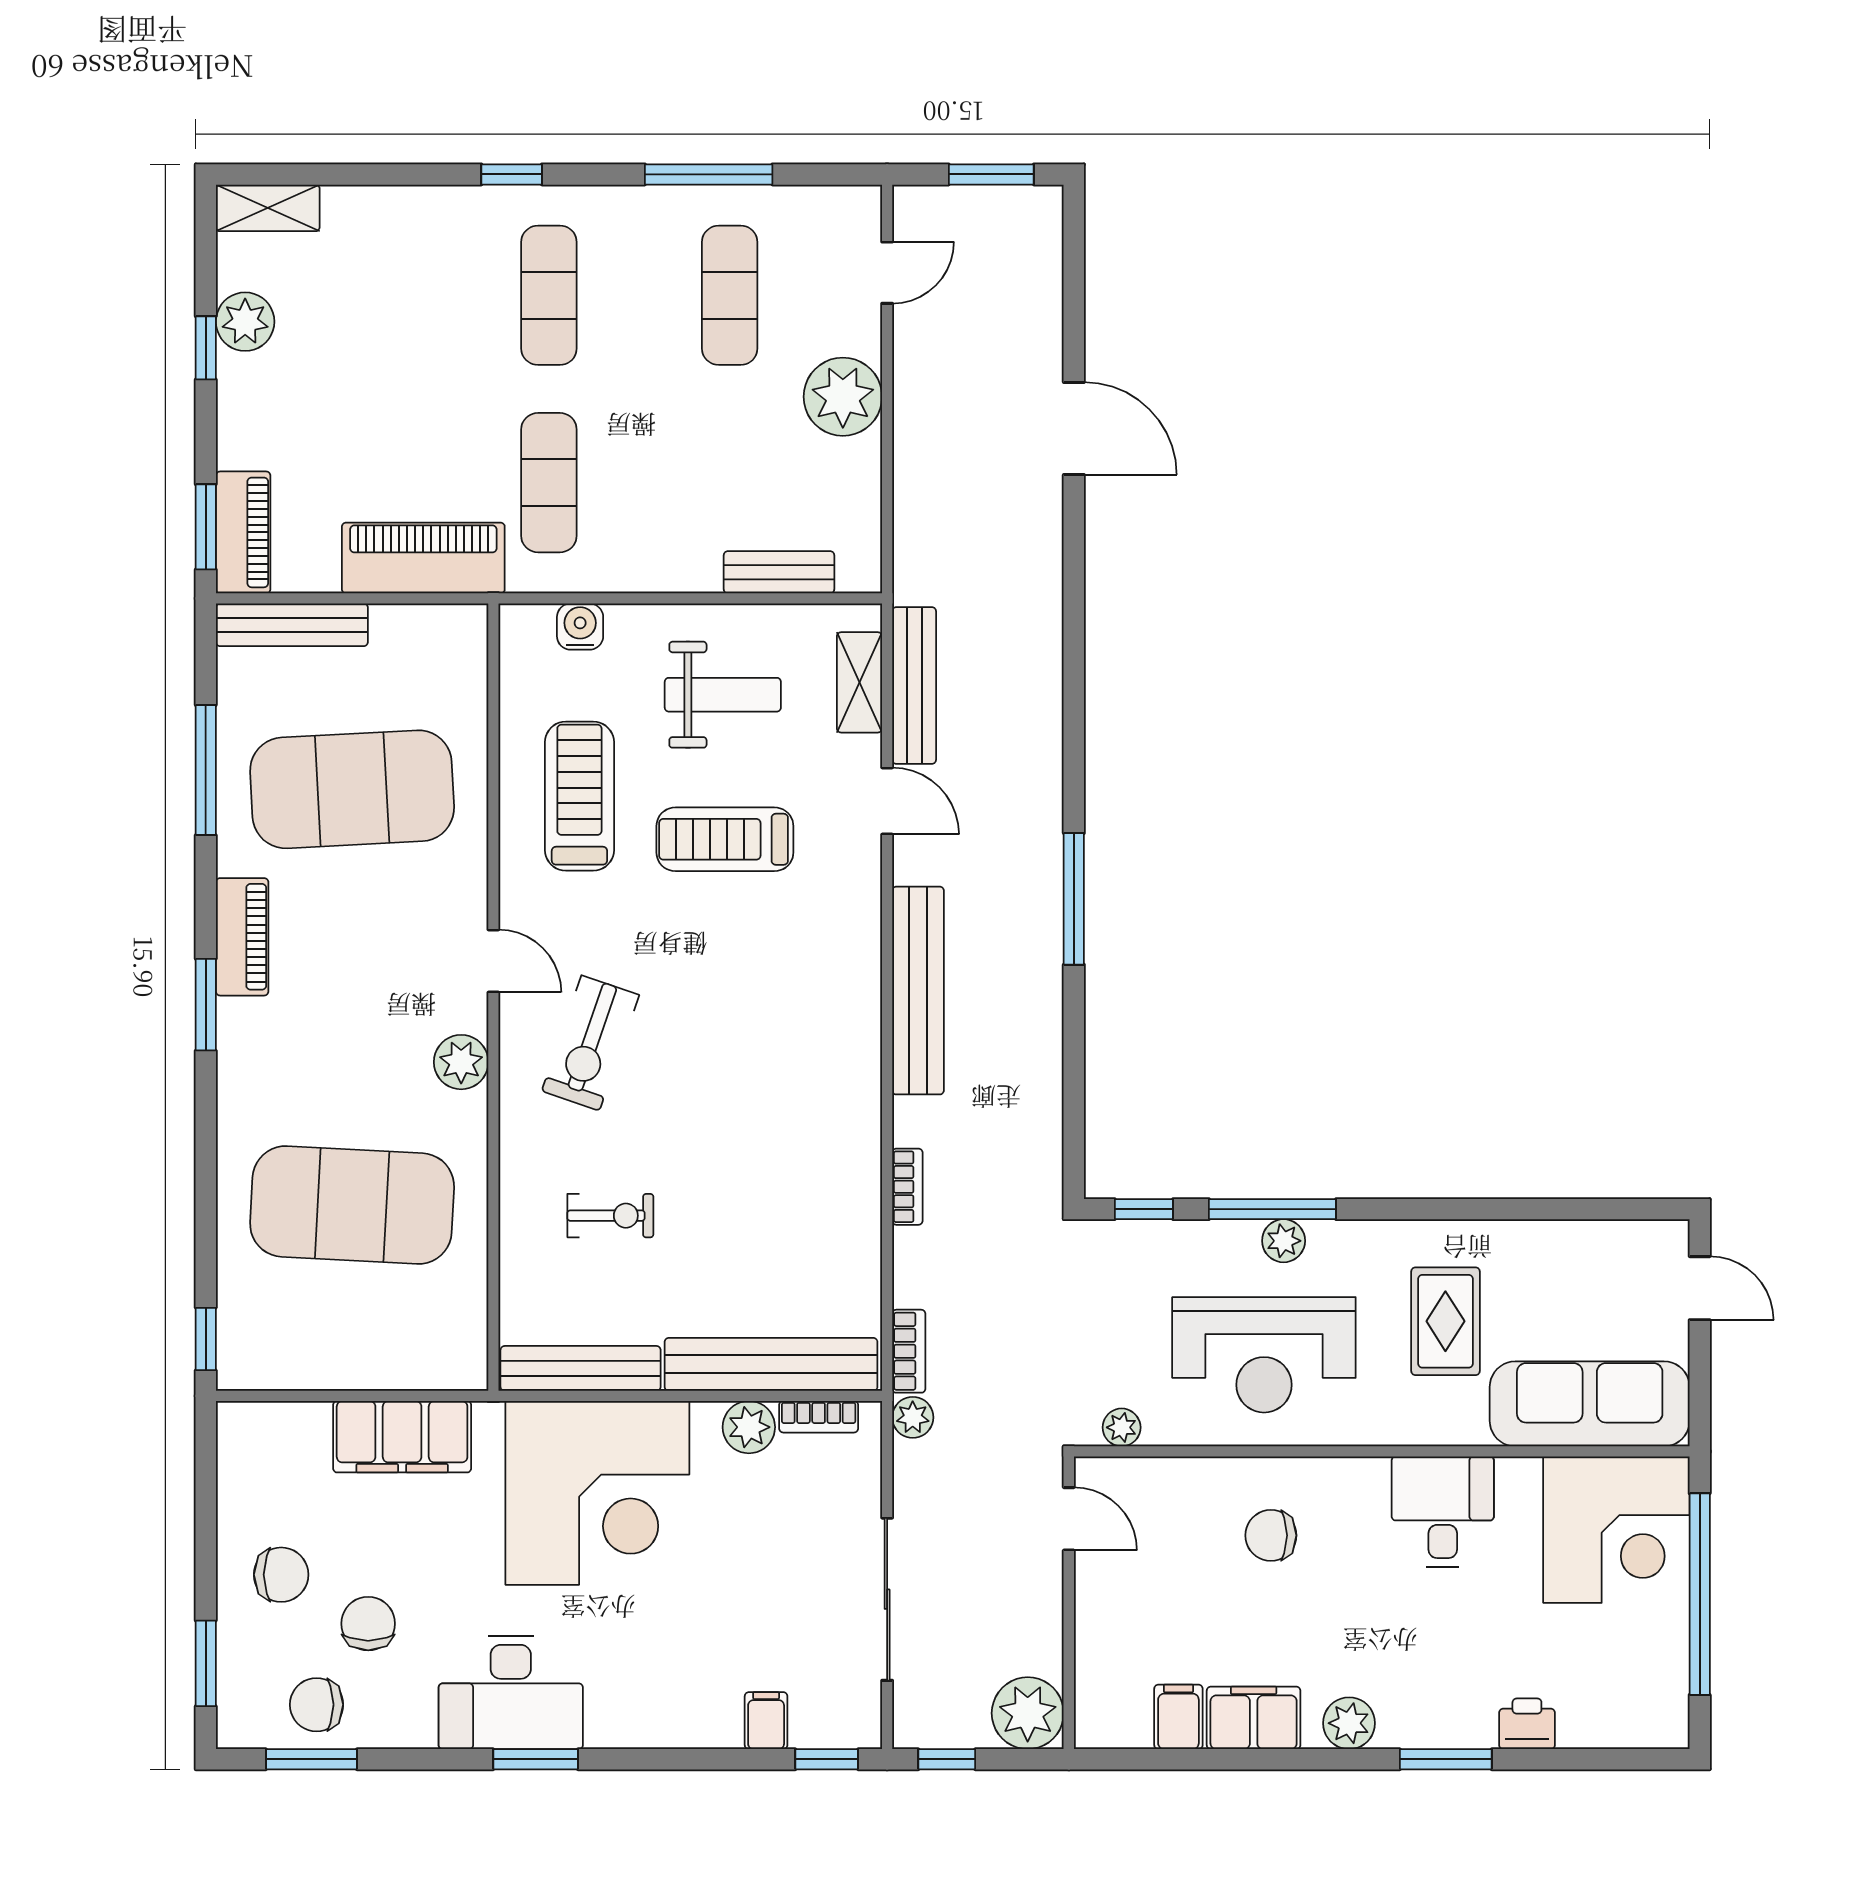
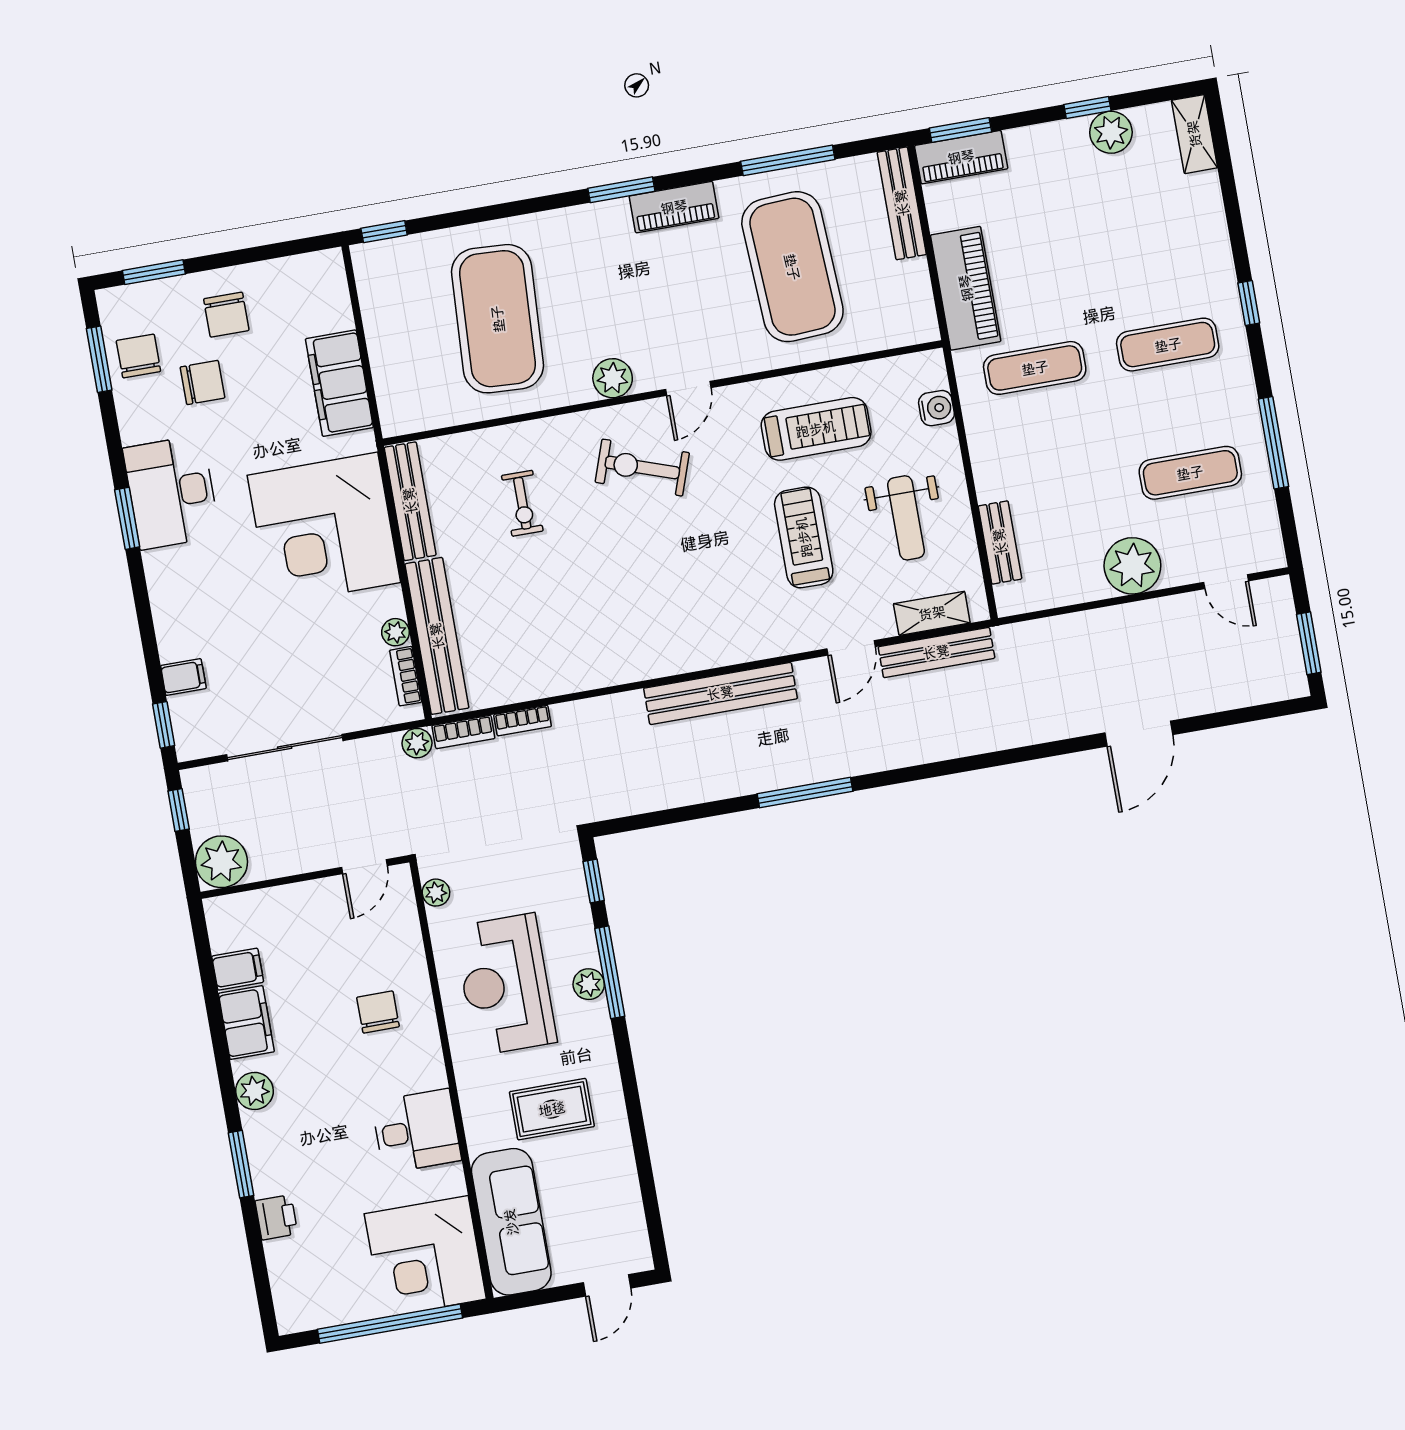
bookcase: (907, 1187) -> (523, 721), moved
plant: (749, 1427) -> (396, 632), width x0.73, depth x0.73

